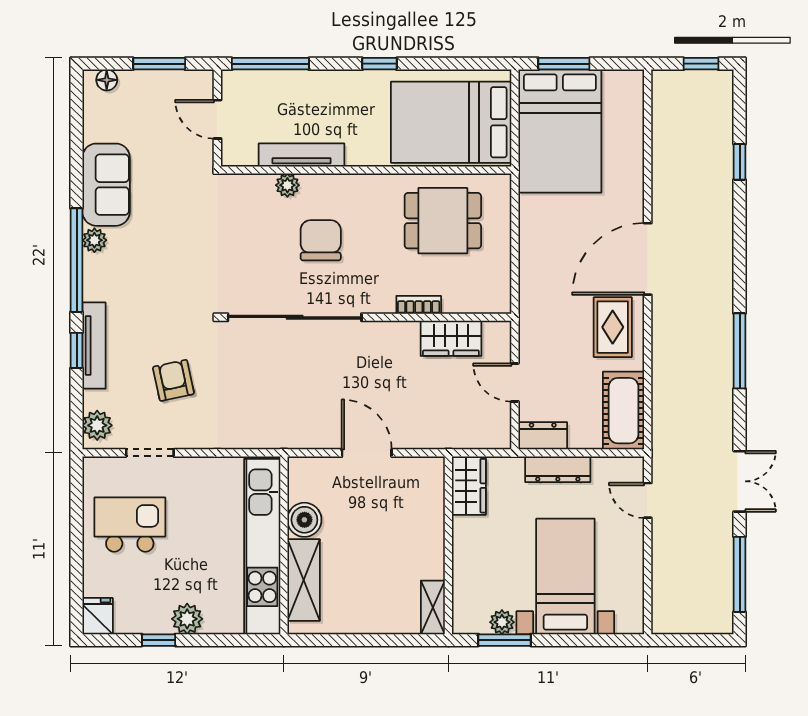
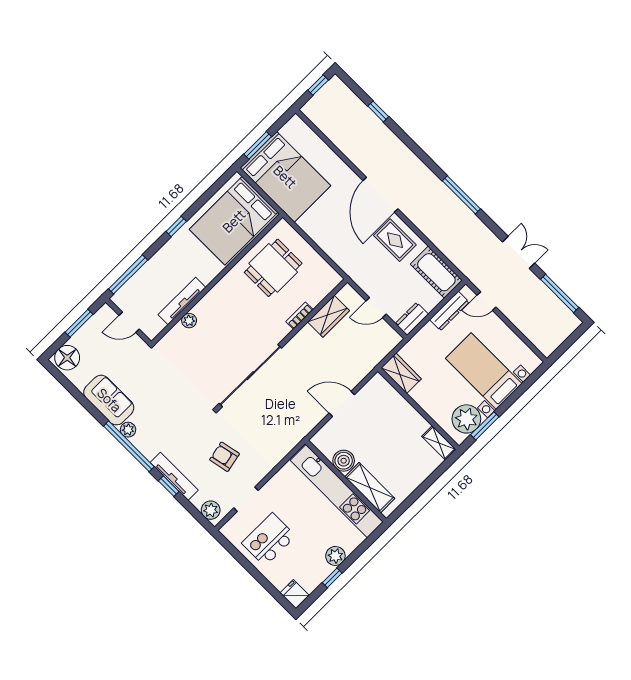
floor lamp: (107, 80) -> (67, 358), width x1.89, depth x1.89
chair: (321, 240) -> (228, 330), removed
dresser: (558, 469) -> (449, 311), moved
plant: (502, 622) -> (466, 419), width x1.88, depth x1.88

